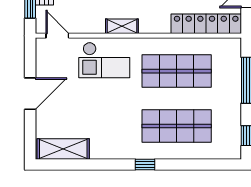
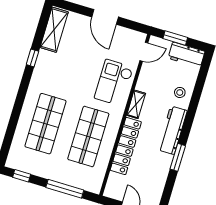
locker: (206, 24) -> (126, 146), moved
window: (145, 164) -> (32, 58), moved

